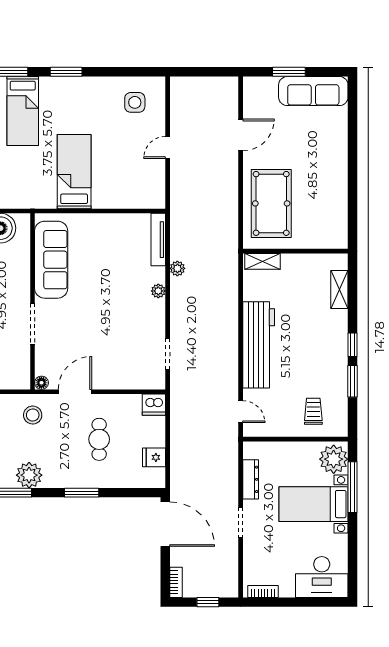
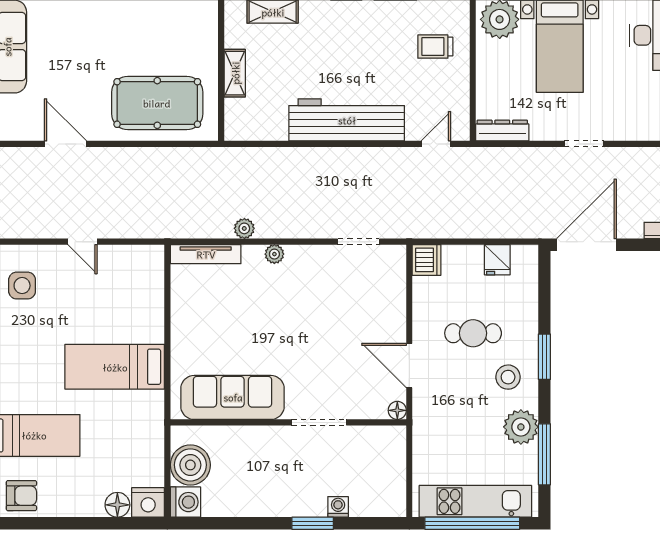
shelving: (262, 261) -> (235, 73), moved
stool: (33, 415) -> (508, 377), moved
dresser: (251, 479) -> (502, 131), moved

